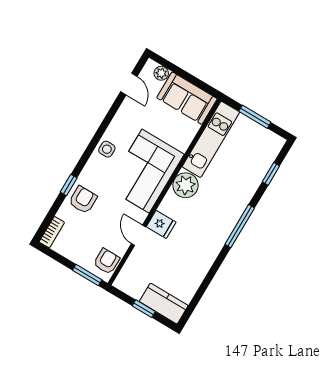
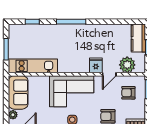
plant: (186, 185) -> (127, 65), moved
armchair: (107, 261) -> (128, 93), moved

